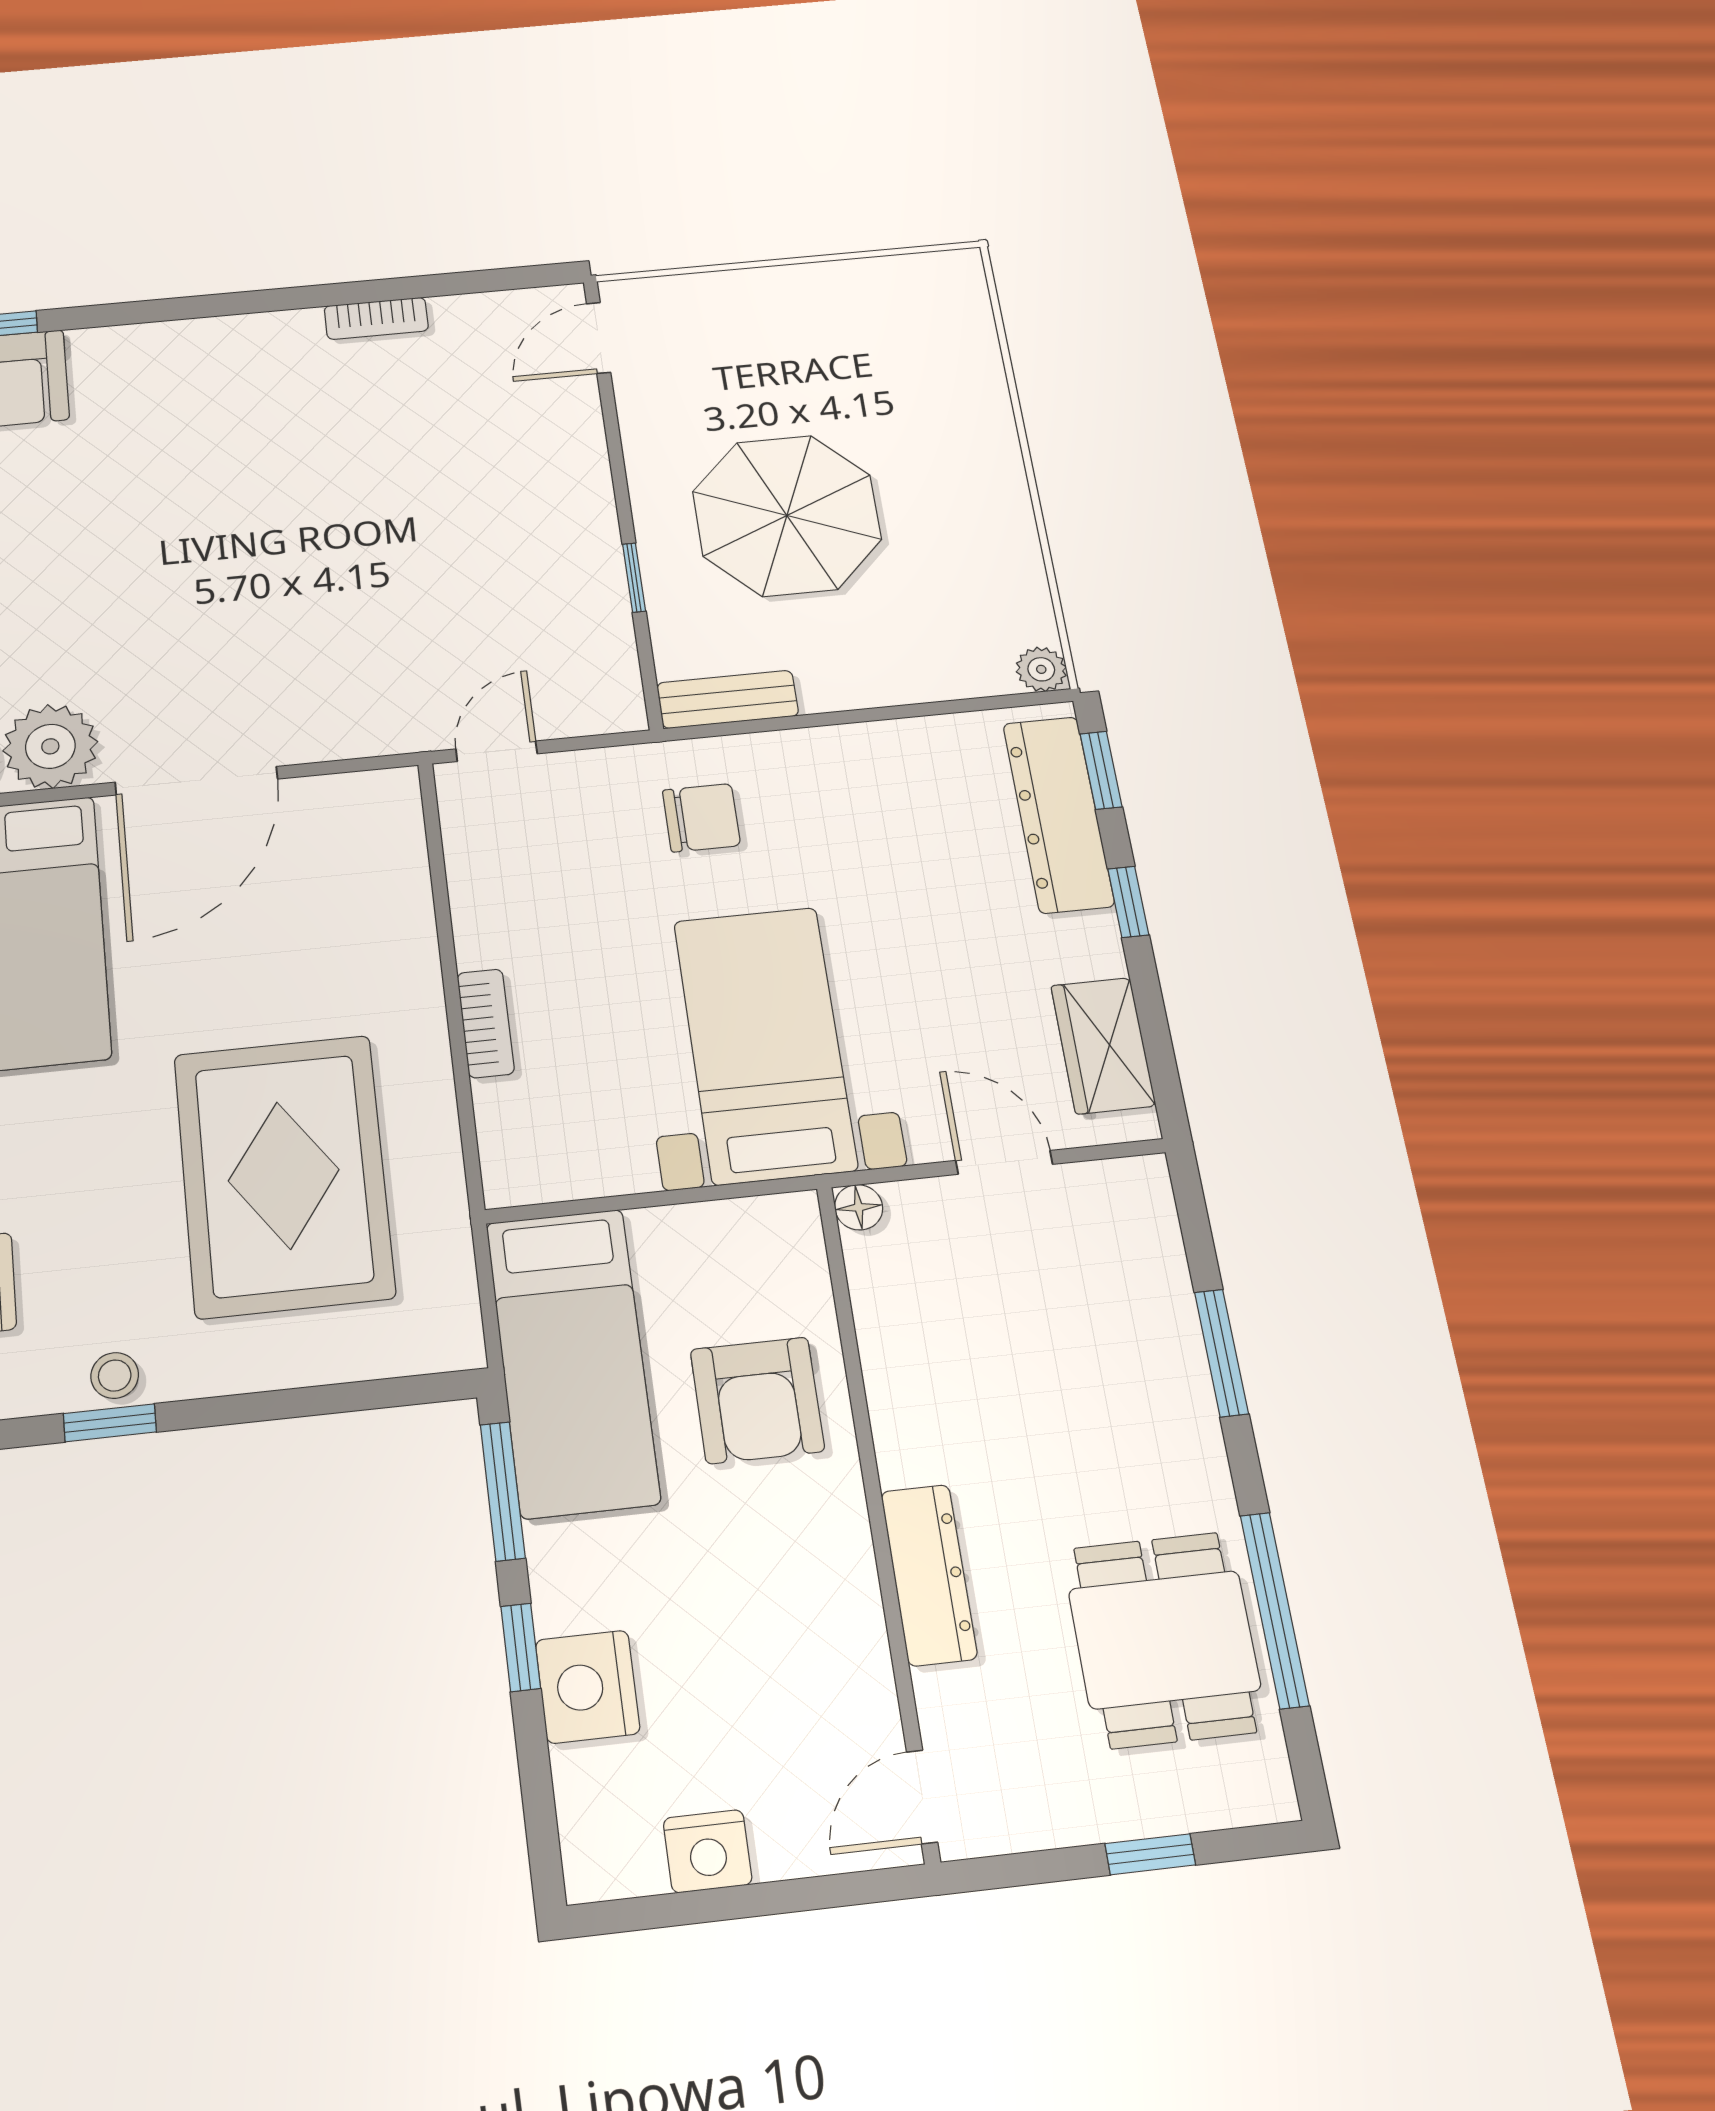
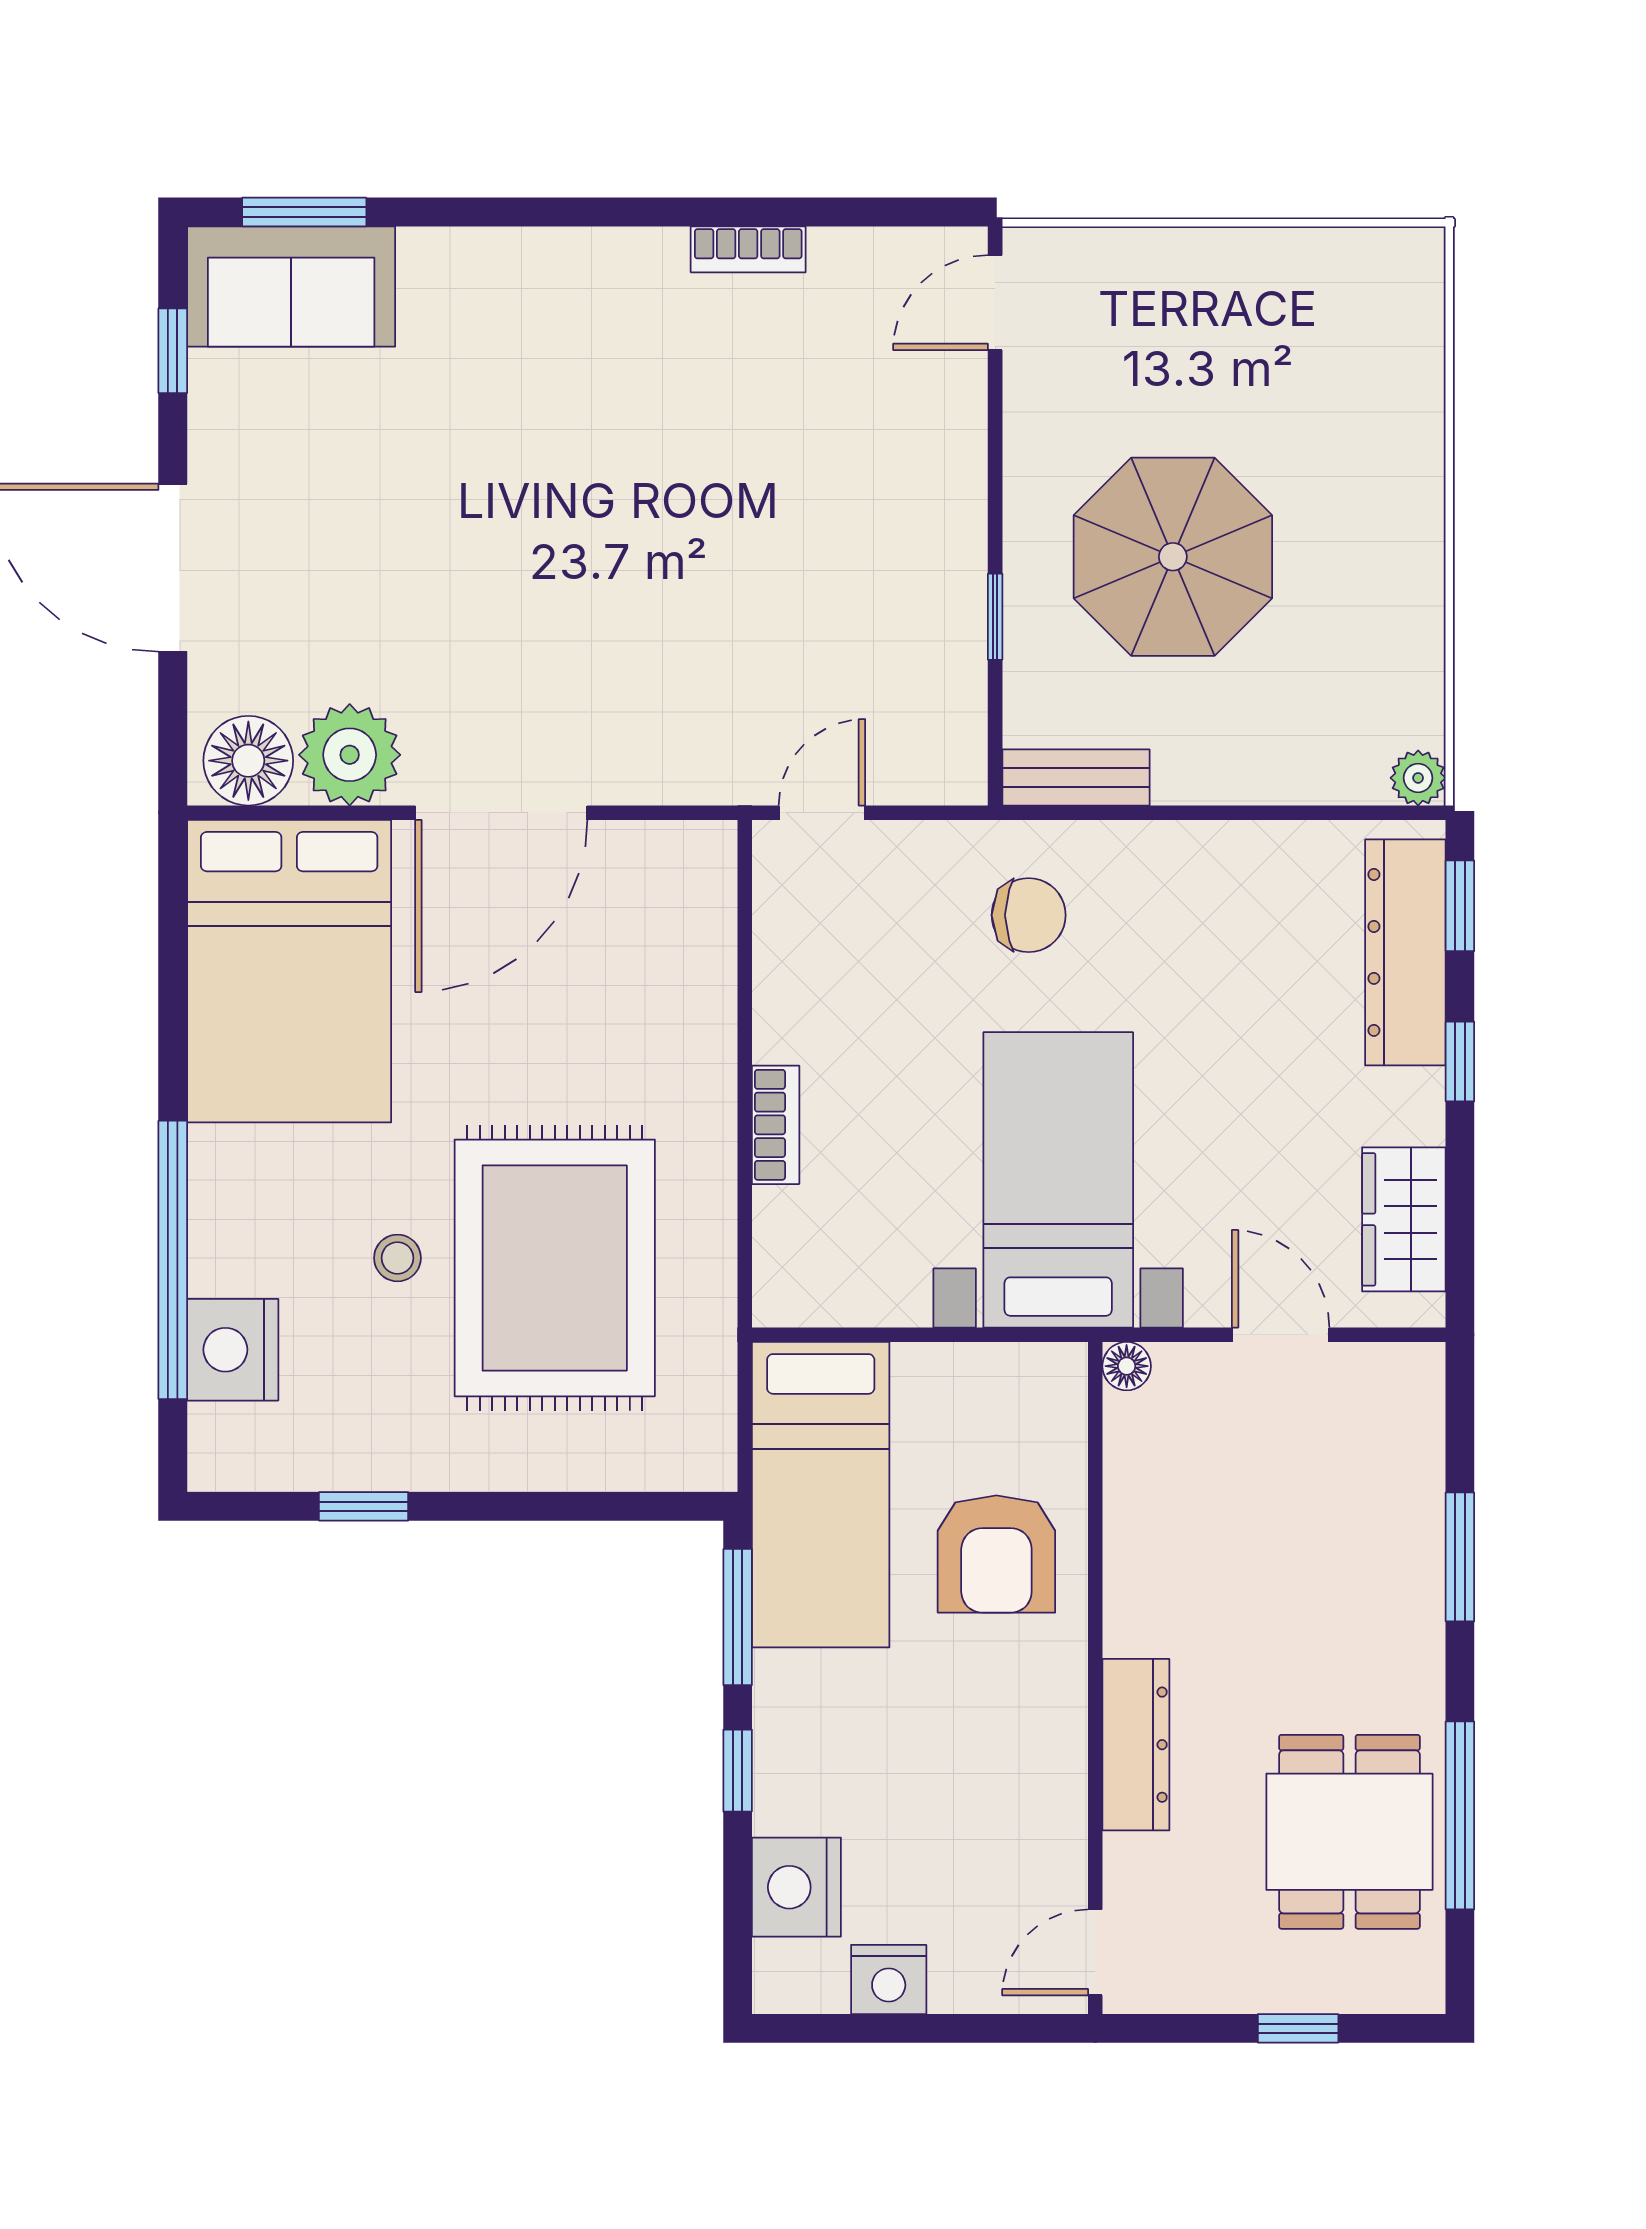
stool: (115, 1376) -> (397, 1258), moved
nightstand: (588, 1687) -> (796, 1887), moved

